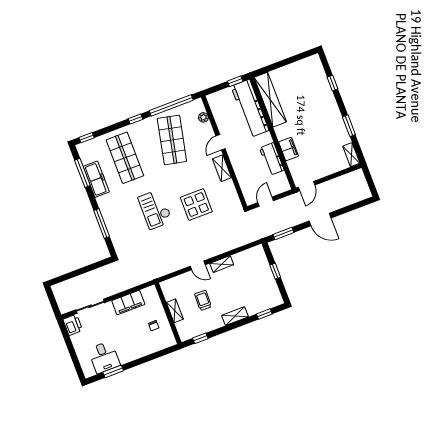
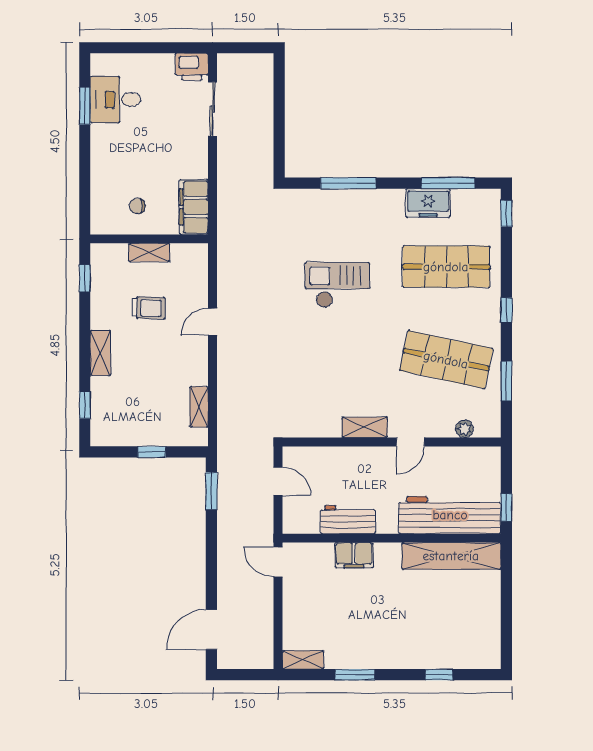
window: (171, 105) -> (506, 381), width x0.47
door: (221, 142) -> (410, 442), swing flipped
freezer: (96, 179) -> (428, 203), width x0.71
display table: (196, 205) -> (319, 359), removed
door: (320, 220) -> (211, 630), moved
shelving: (222, 264) -> (199, 407), moved
filing cabinet: (128, 303) -> (194, 207), moved

